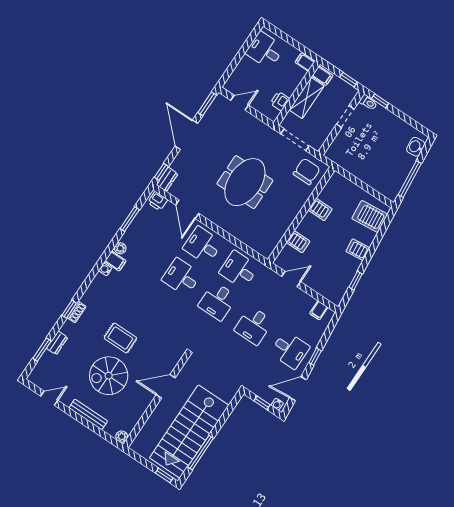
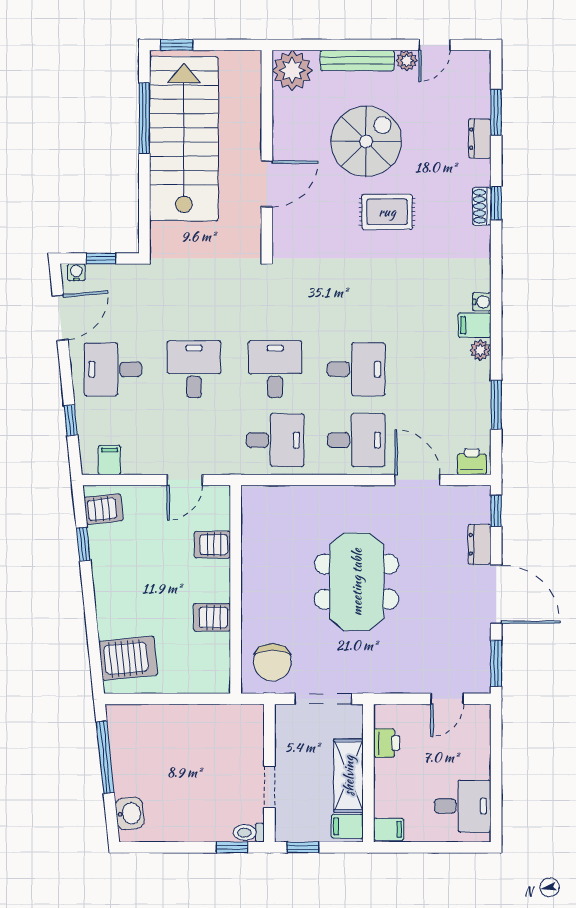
dresser: (167, 179) -> (480, 544), moved
server rack: (358, 250) -> (103, 509), moved
window: (315, 357) -> (71, 420), moved
plant: (66, 400) -> (407, 61), added
plant: (122, 437) -> (292, 70), width x1.88, depth x1.88

